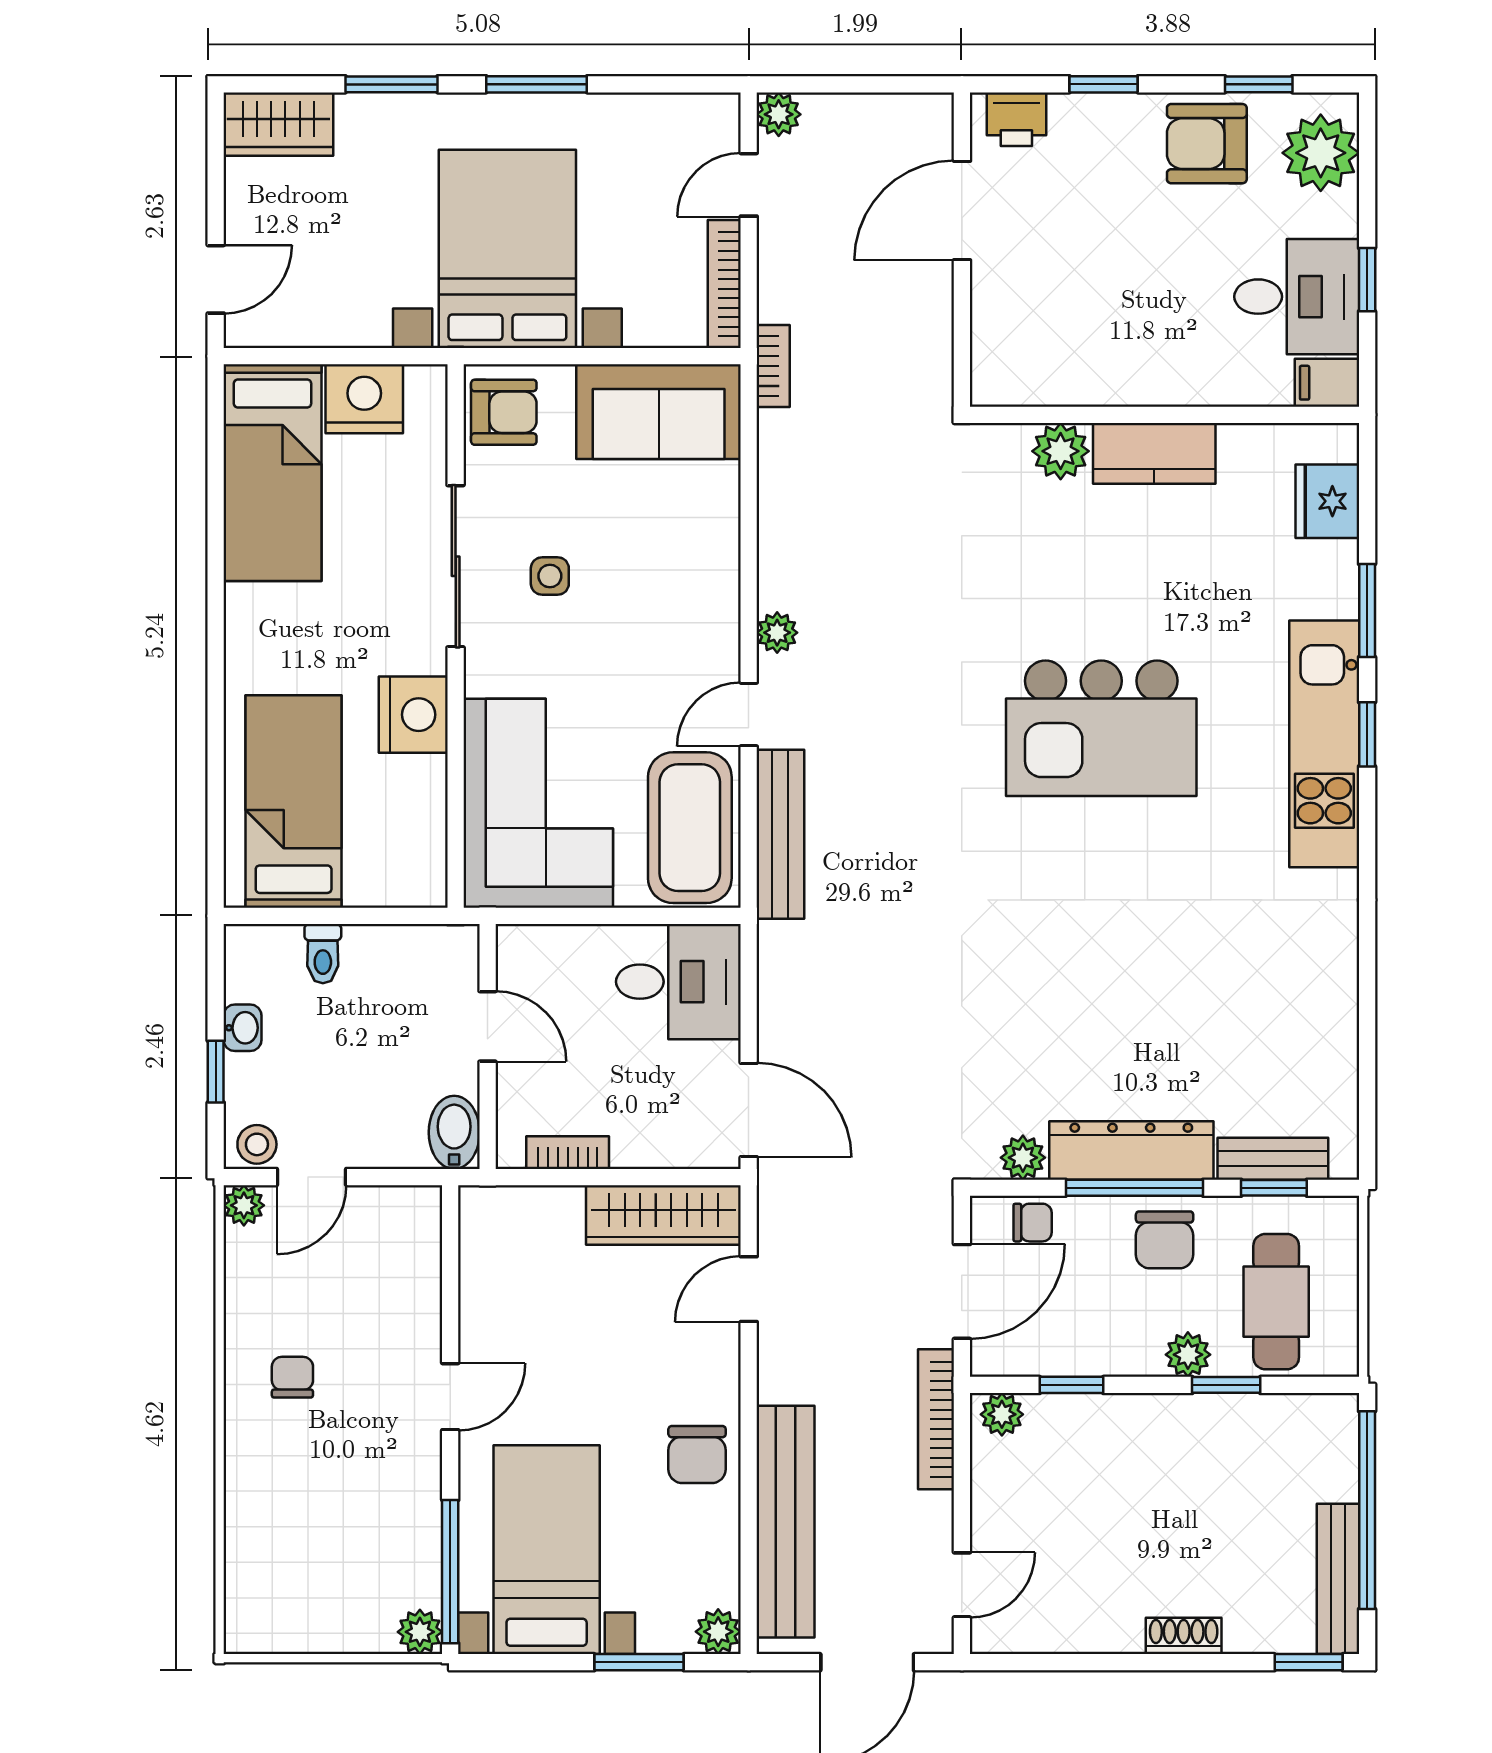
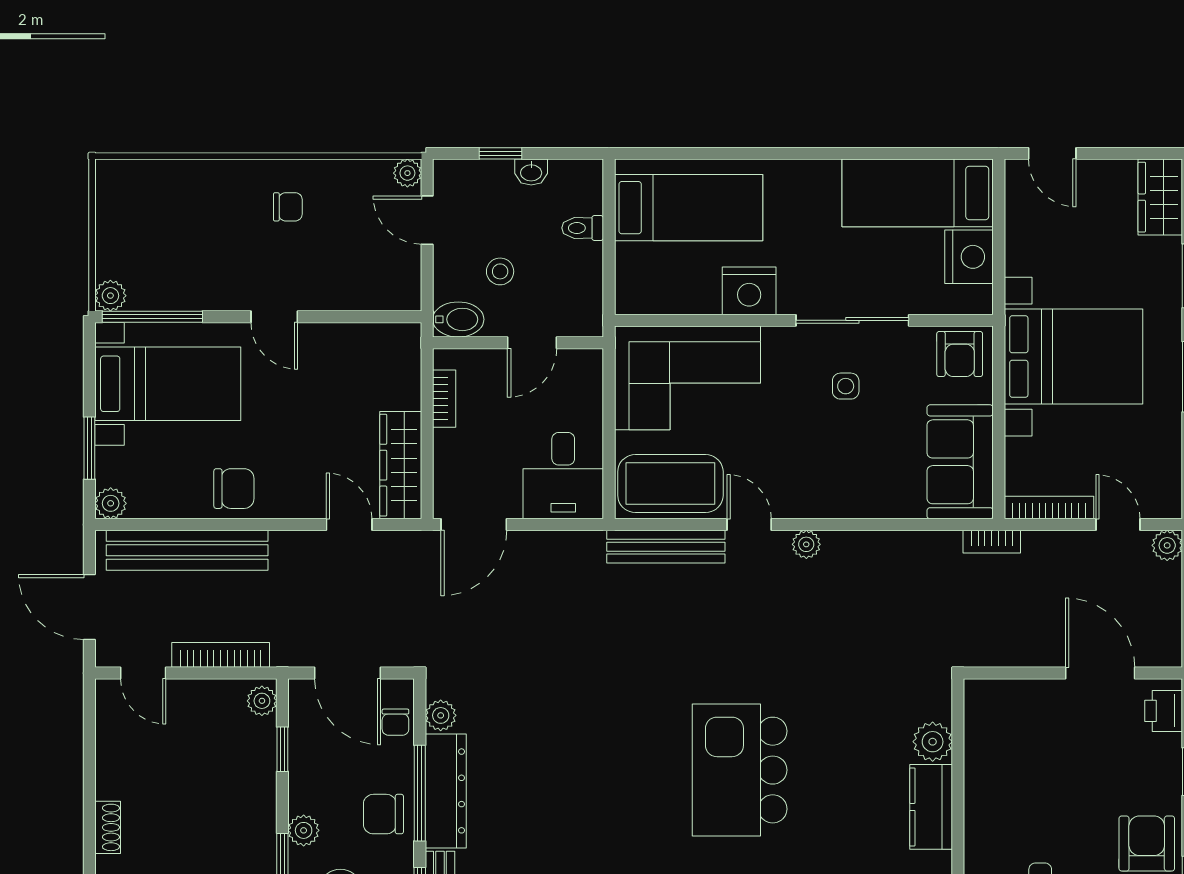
stool: (257, 1144) -> (500, 271), moved
bookcase: (936, 1419) -> (221, 655), moved
chair: (697, 1455) -> (234, 489), turned 180

